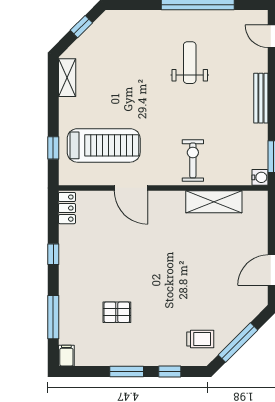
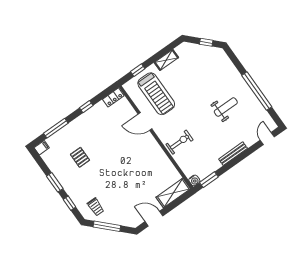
shelving: (67, 78) -> (166, 60), moved
door: (131, 188) -> (145, 122), hinge flipped
shelving: (214, 202) -> (173, 193), moved, turned 90

